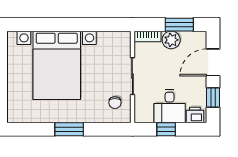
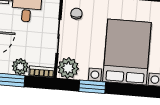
window: (91, 25) -> (92, 87), added
plant: (119, 43) -> (68, 68), added

